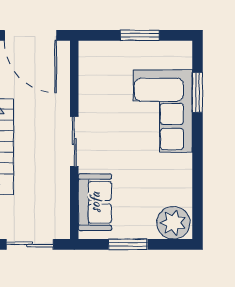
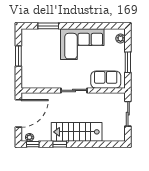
corner sofa: (163, 111) -> (82, 44), moved
plant: (173, 223) -> (121, 38), width x0.53, depth x0.53

